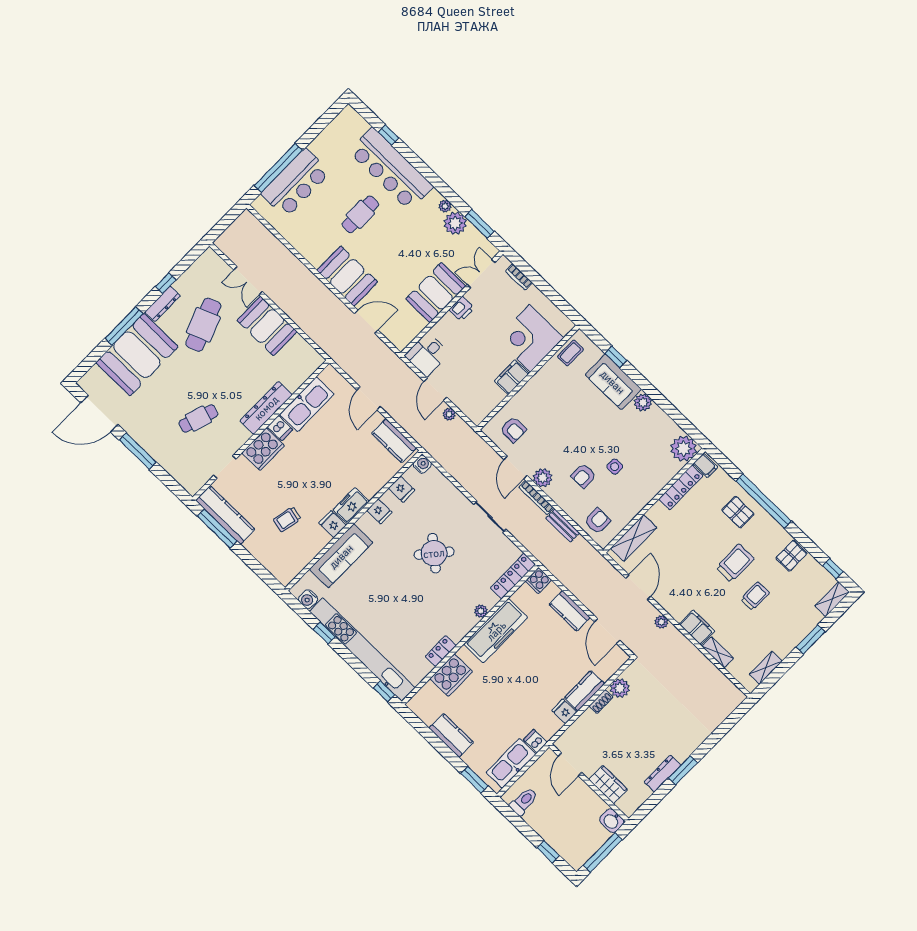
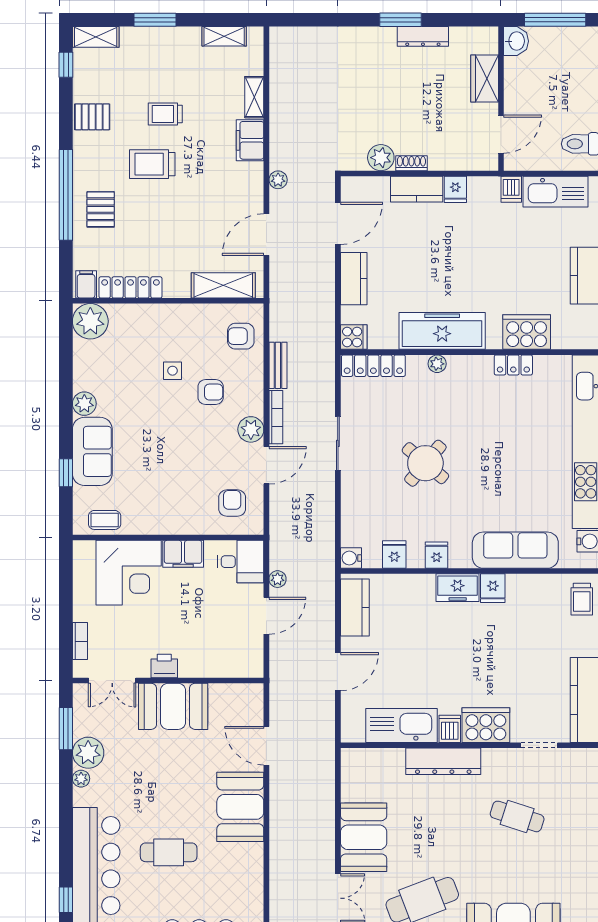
desk: (427, 354) -> (241, 562), moved
trolley: (287, 519) -> (582, 599), moved, turned 78

